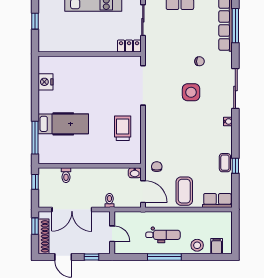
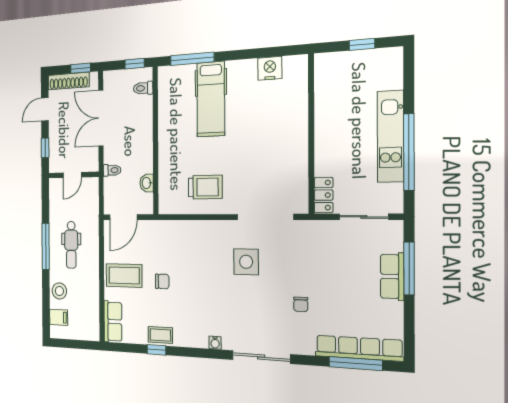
side table: (191, 92) -> (246, 262), moved
chair: (157, 167) -> (162, 281), moved
washbasin: (135, 173) -> (147, 183), moved
toilet: (66, 175) -> (143, 88), moved

